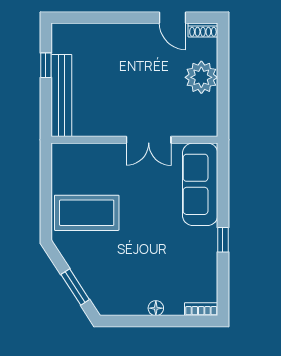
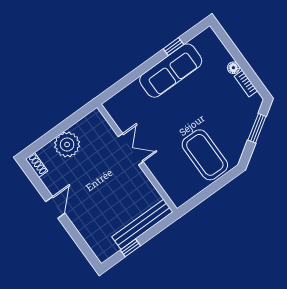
door: (173, 18) -> (55, 207), moved
sofa: (200, 184) -> (171, 71), moved
window: (223, 240) -> (173, 47), moved
bookcase: (201, 309) -> (246, 84), moved

